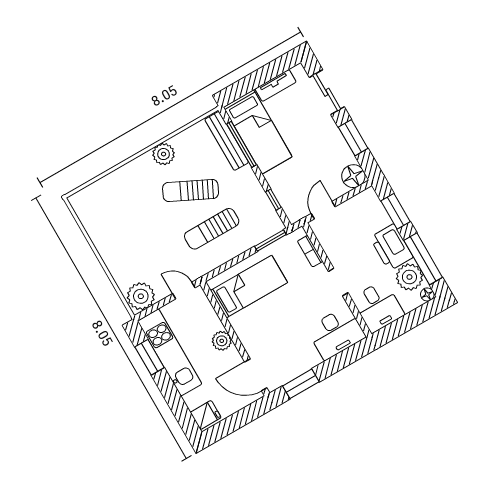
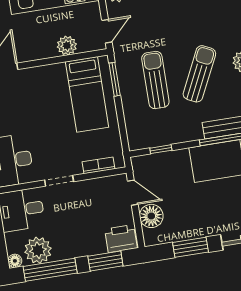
floor lamp: (353, 176) -> (151, 216), moved
window: (270, 241) -> (115, 79), moved
printer: (391, 247) -> (121, 239), moved, width x0.73, depth x0.84
plant: (222, 341) -> (67, 46), moved

